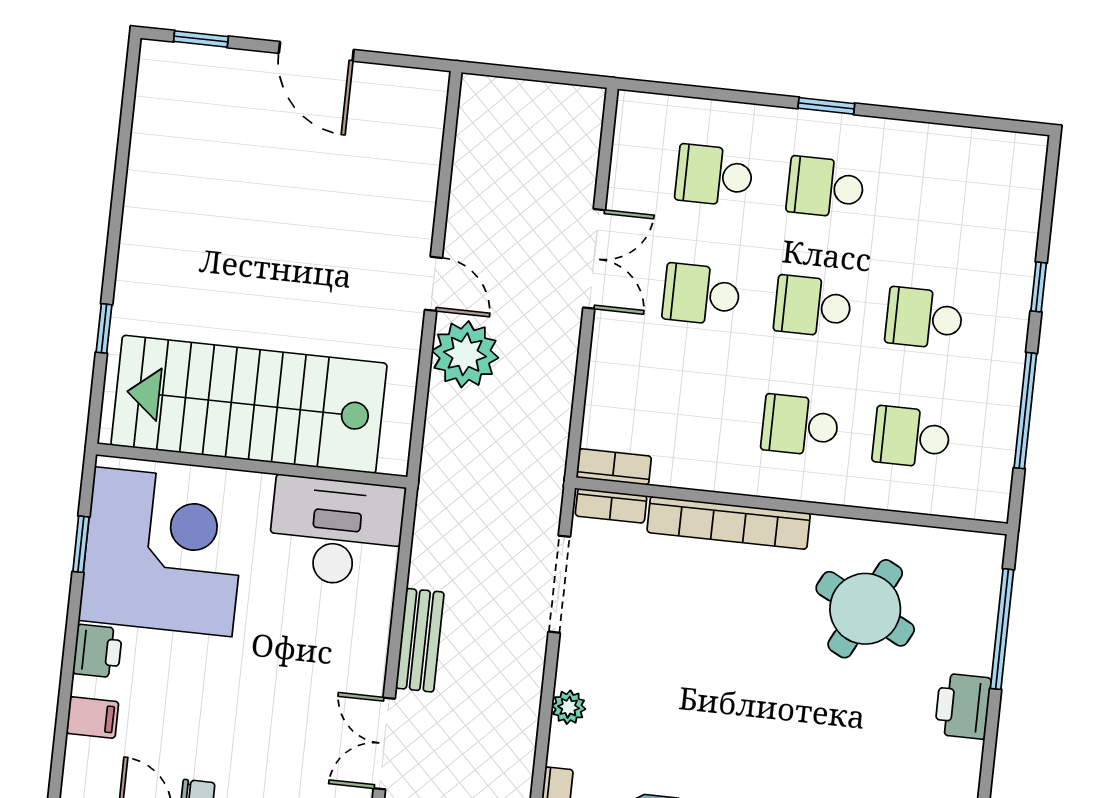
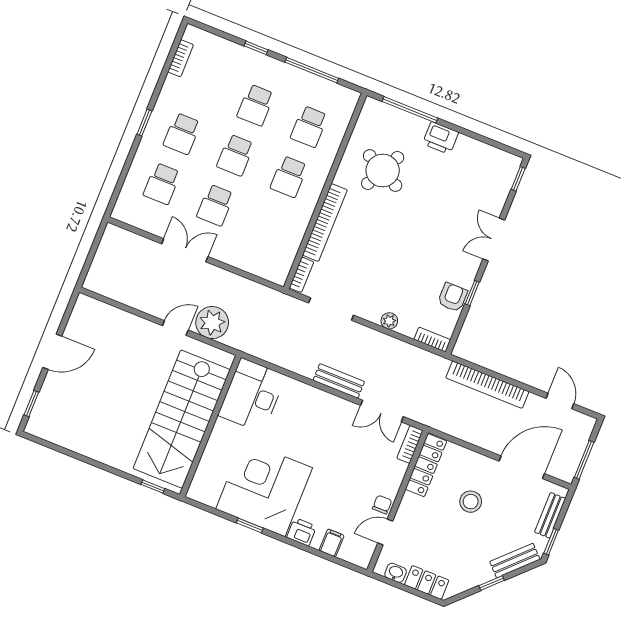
stairs: (249, 404) -> (182, 419), moved
wall: (252, 466) -> (210, 426), moved
bookcase: (614, 467) -> (181, 58), moved, turned 180
desk: (336, 532) -> (252, 395), moved

